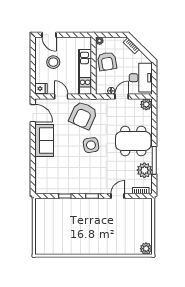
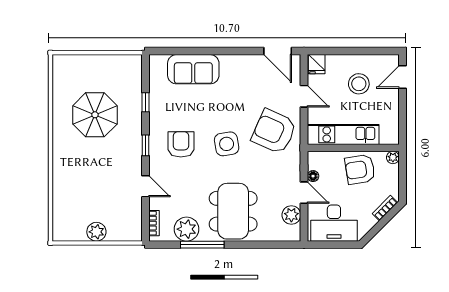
door: (61, 96) -> (304, 96), hinge flipped
plant: (146, 104) -> (291, 215), moved
door: (33, 113) -> (278, 51), hinge flipped
sofa: (44, 140) -> (193, 69), moved
armchair: (91, 174) -> (181, 144), added
parasol: (73, 228) -> (95, 115), added
plant: (146, 249) -> (96, 232), moved

